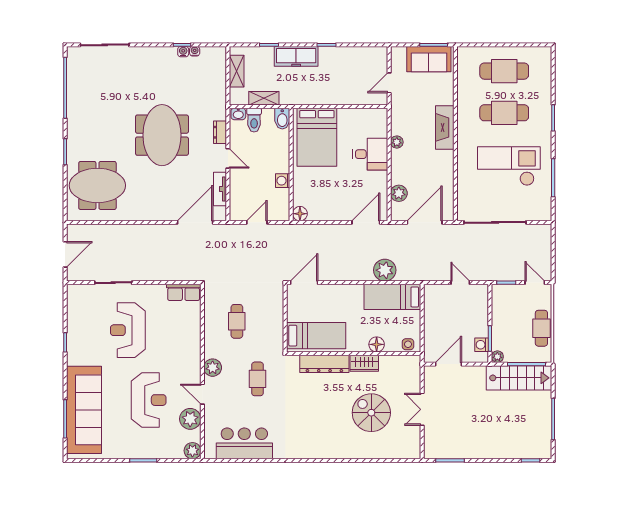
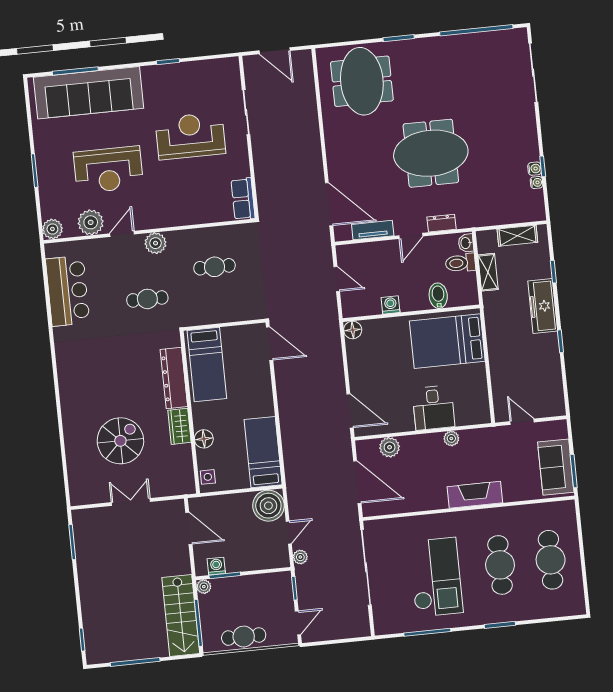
bidet: (282, 119) -> (438, 296), moved, turned 90
plant: (385, 270) -> (300, 557), moved, width x0.53, depth x0.53
boiler: (437, 297) -> (268, 506), added

